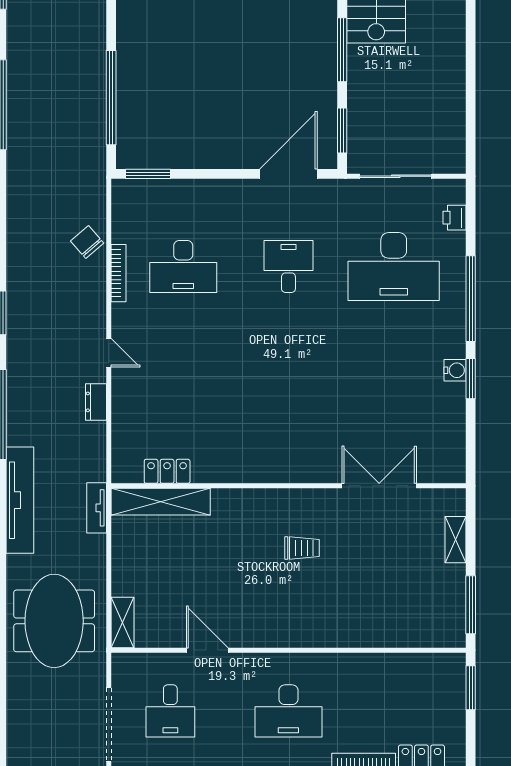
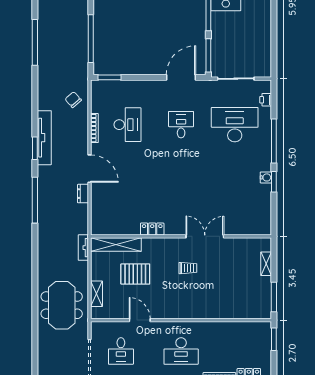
window: (342, 131) -> (208, 55), width x1.44
chair: (87, 242) -> (73, 100), moved
desk: (183, 266) -> (127, 125), turned -90
desk: (394, 266) -> (235, 125), turned 180
door: (109, 353) -> (89, 169), width x1.88
locker: (167, 471) -> (152, 229), moved
double door: (379, 486) -> (205, 236), moved
tv unit: (20, 500) -> (44, 138), moved
pallet: (199, 560) -> (135, 274), added
shelving: (122, 622) -> (96, 294), moved

